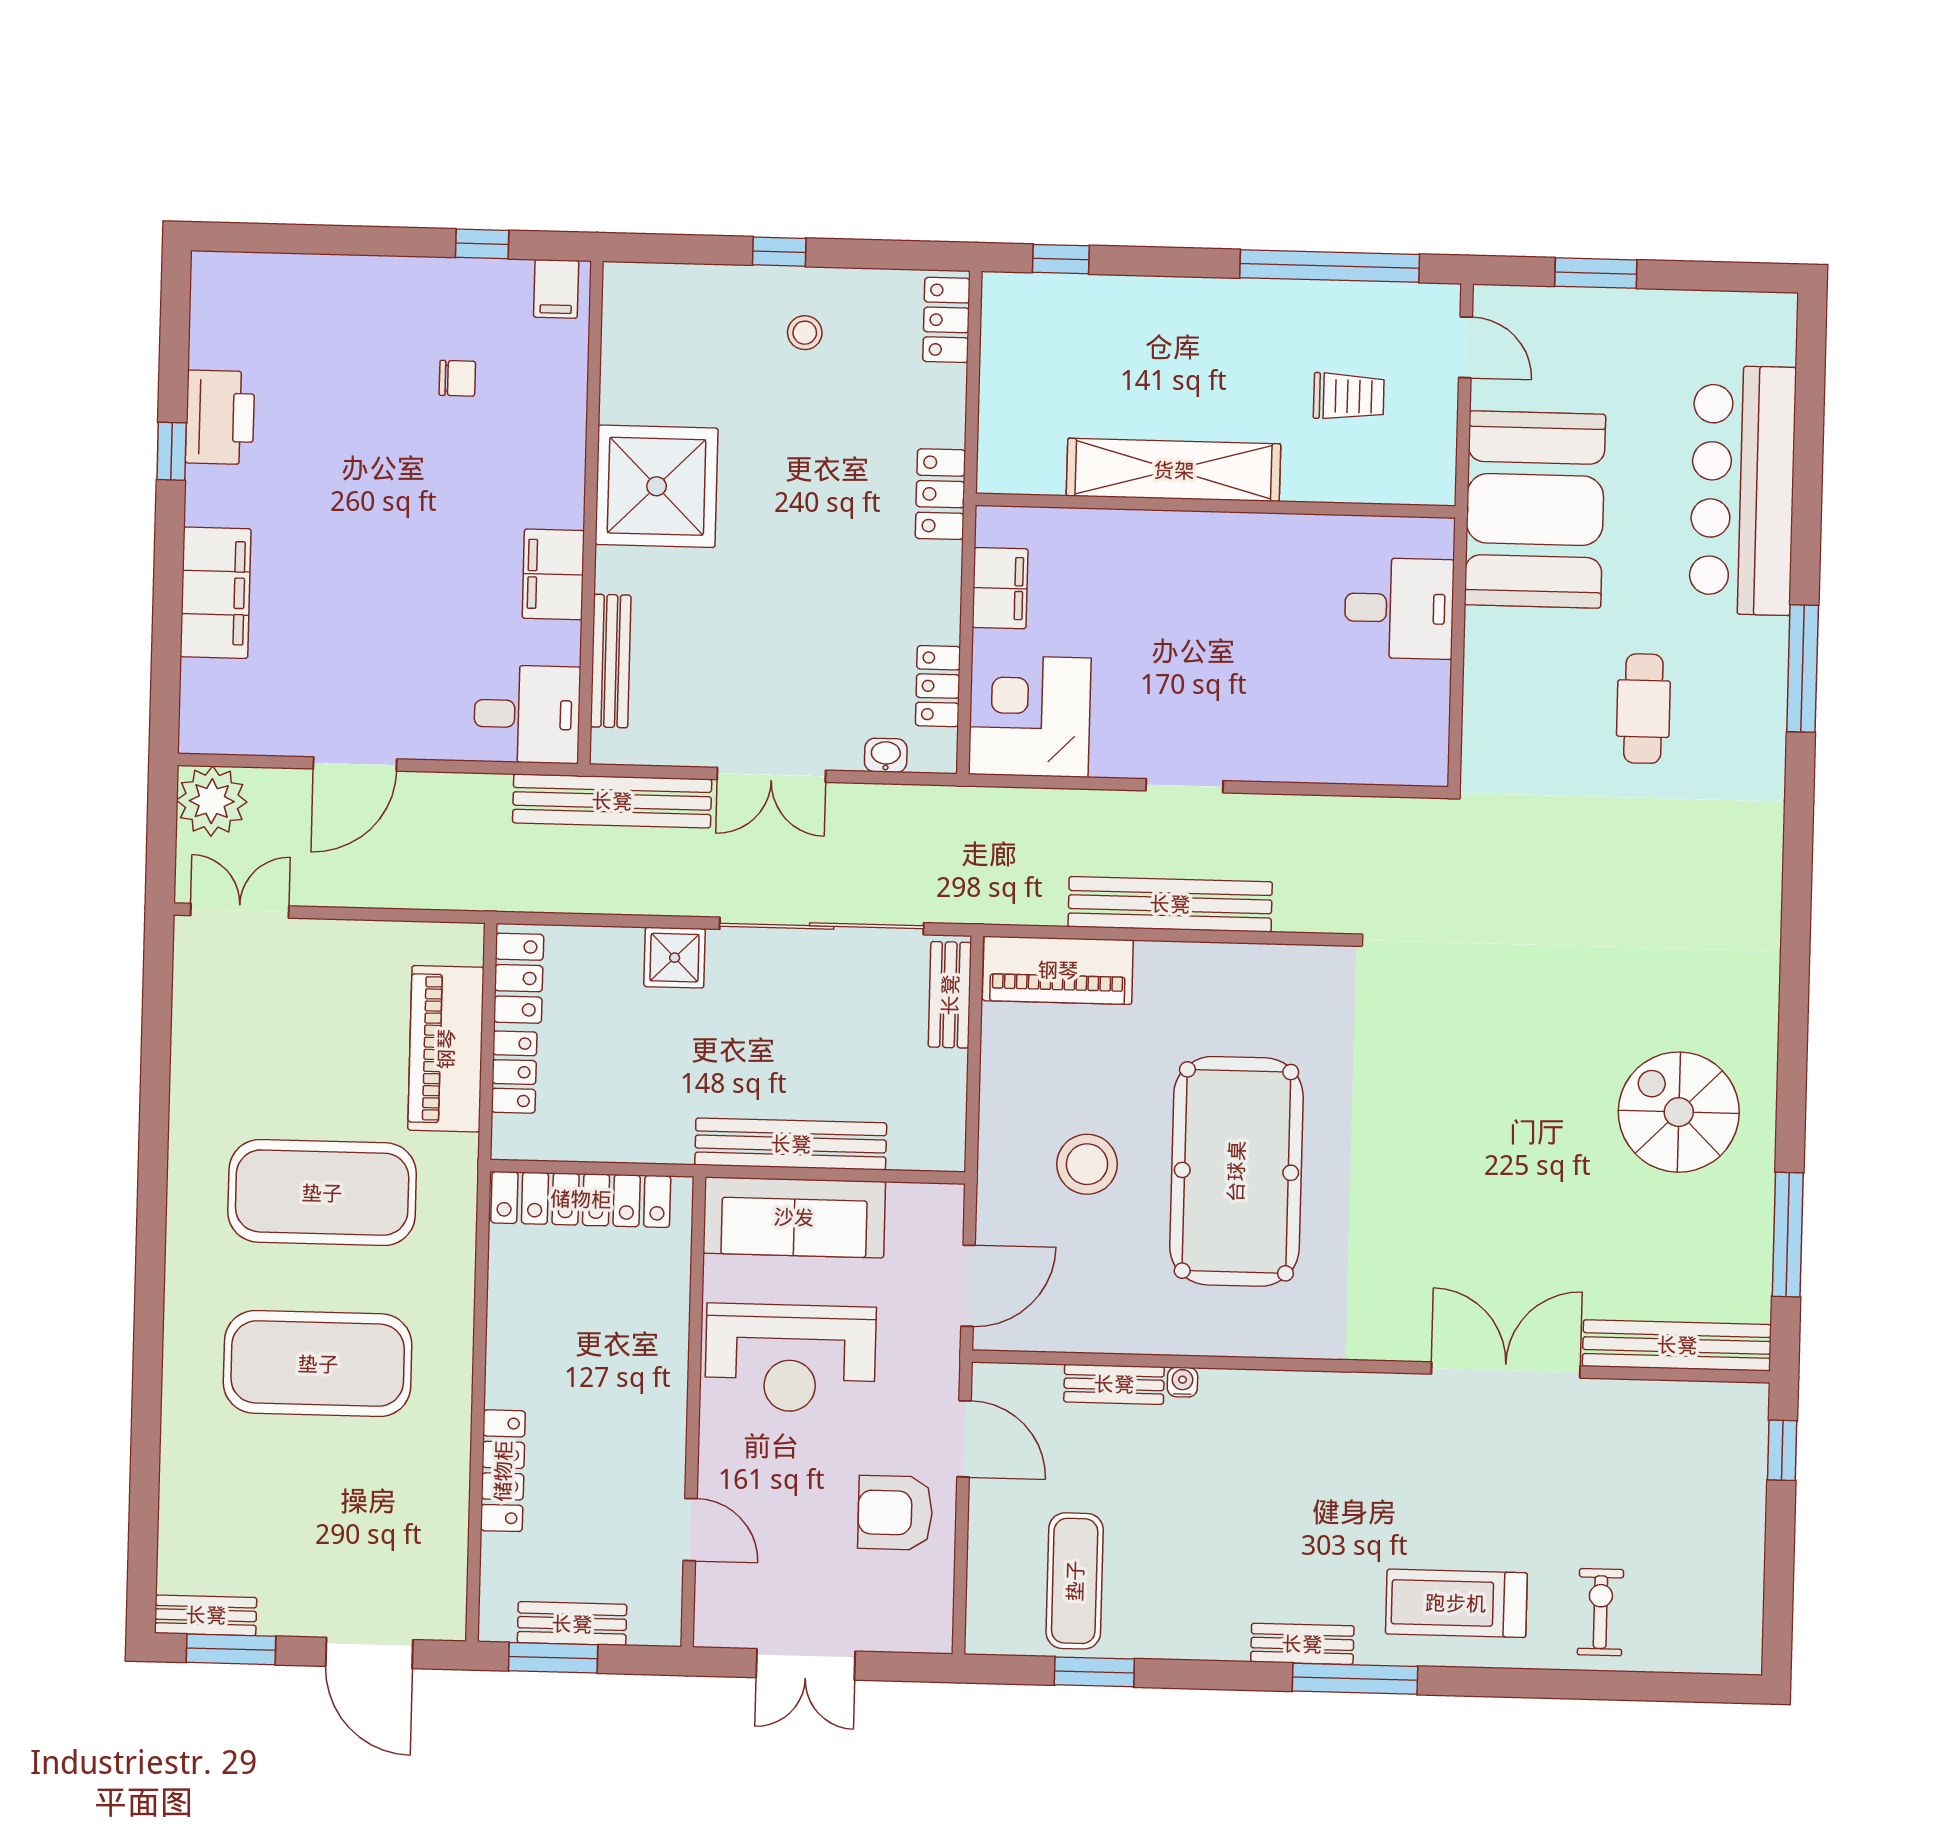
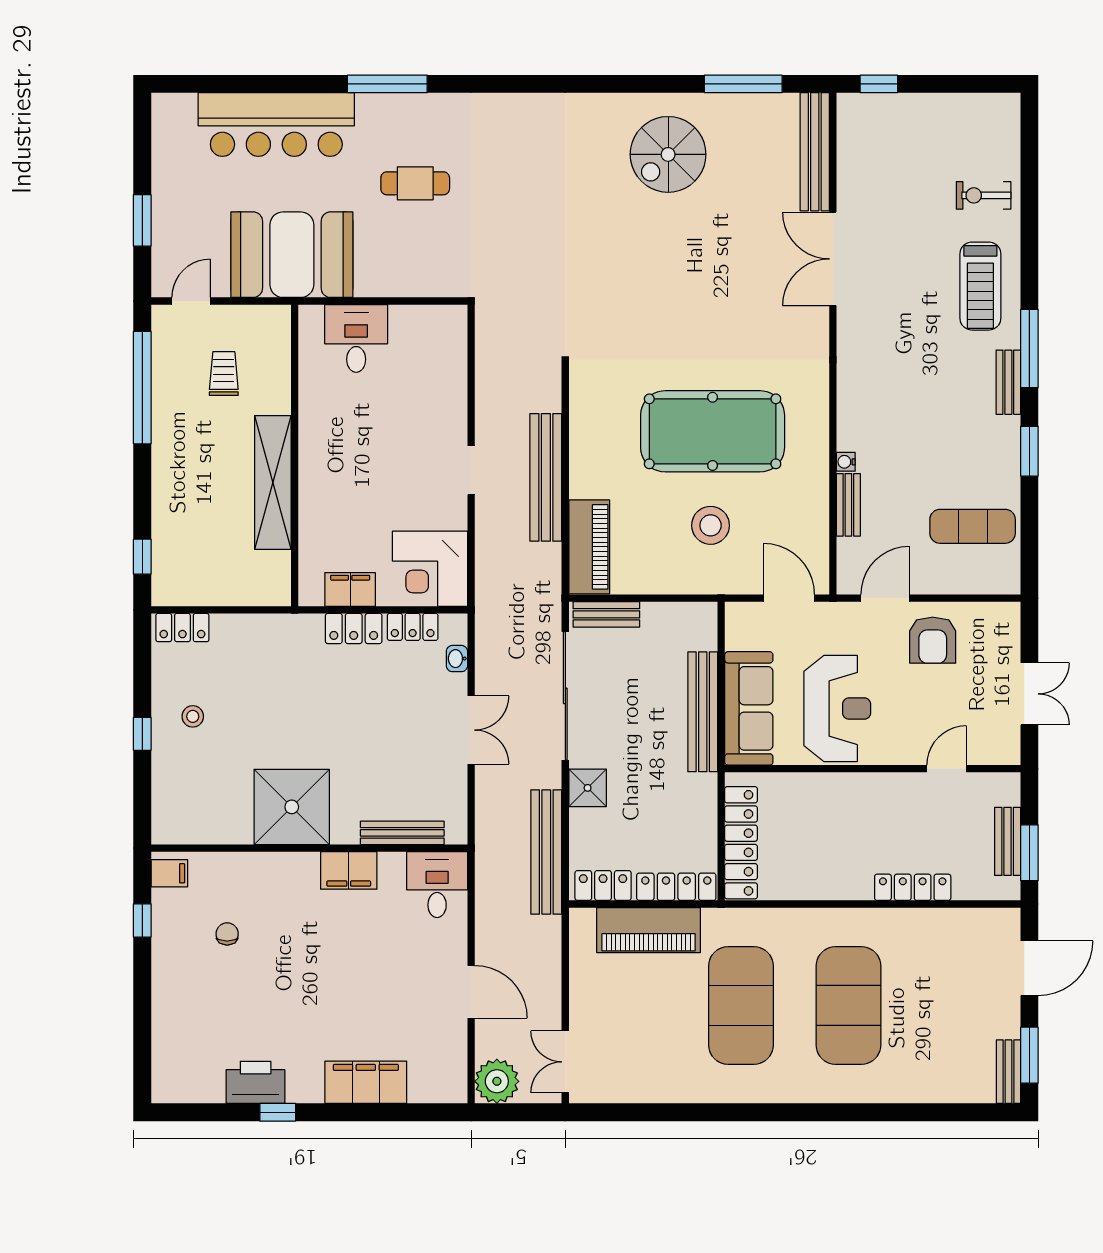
locker: (940, 494) -> (354, 628), moved
bench: (612, 801) -> (546, 852), moved
locker: (514, 1072) -> (676, 887), width x1.53
window: (1094, 1672) -> (1029, 451), moved

